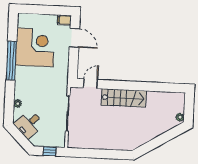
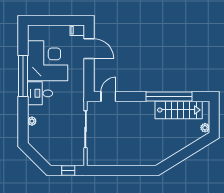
window: (148, 86) -> (169, 97), added
stairs: (124, 98) -> (179, 110), moved
desk: (29, 124) -> (40, 93), moved, turned 45

